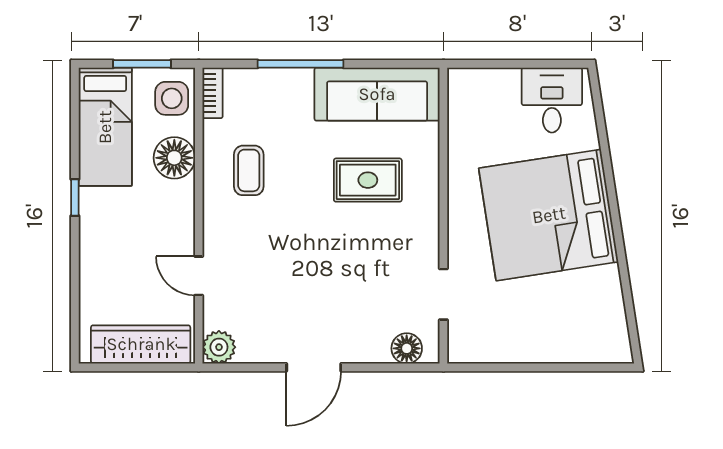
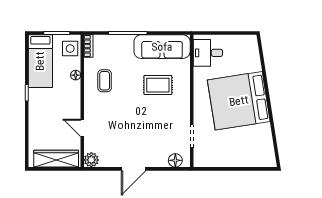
desk: (552, 100) -> (208, 53), moved, turned -90
floor lamp: (174, 158) -> (76, 75), width x0.53, depth x0.53

